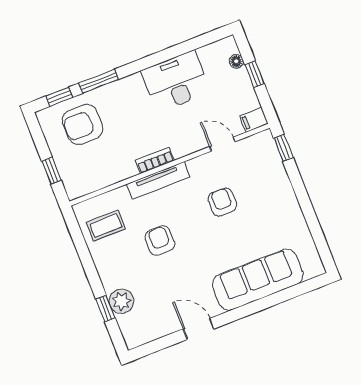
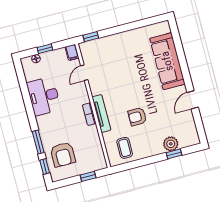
armchair: (222, 202) -> (119, 77), removed

